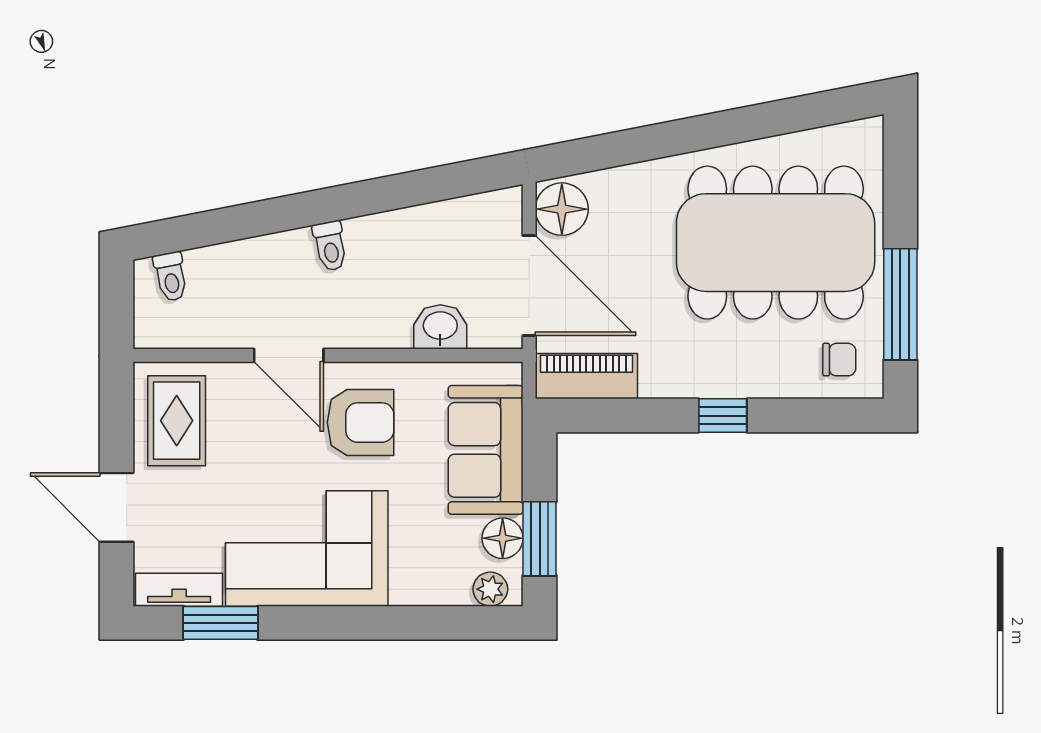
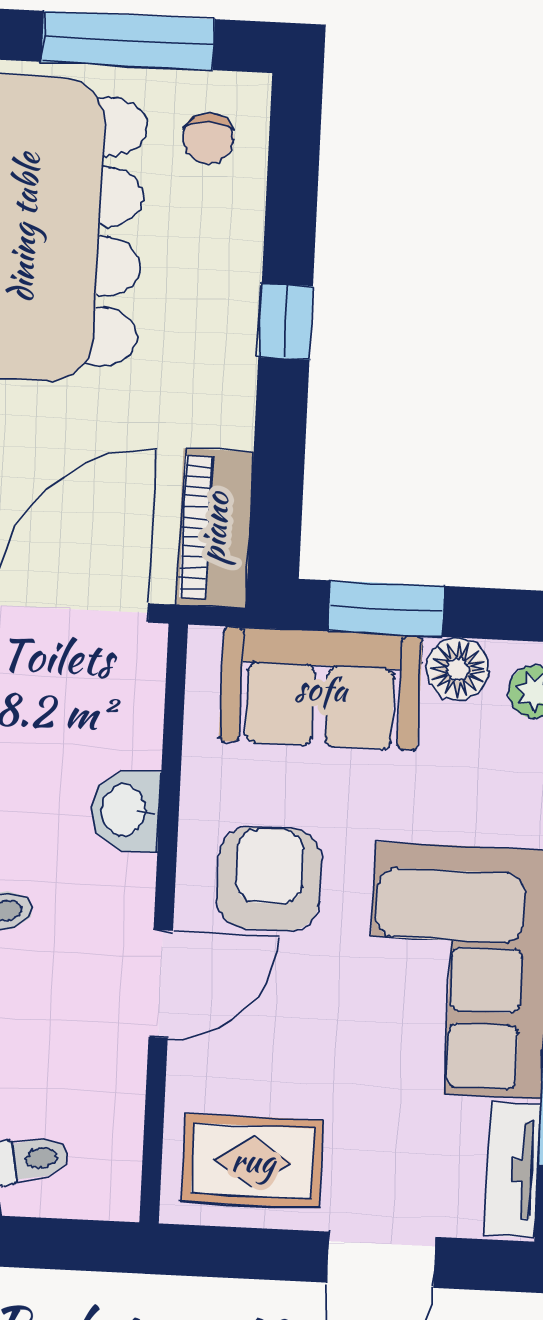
washbasin: (440, 327) -> (125, 810), moved
chair: (839, 360) -> (208, 138), turned 180
window: (540, 539) -> (386, 609), moved

